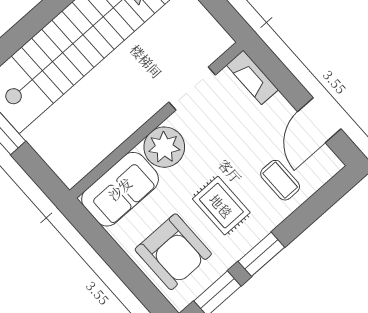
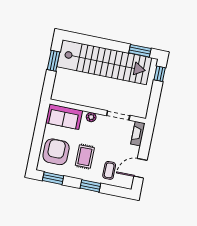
plant: (164, 147) -> (91, 117), width x0.53, depth x0.53
armchair: (173, 252) -> (56, 152), turned 180
window: (261, 254) -> (90, 186), moved

